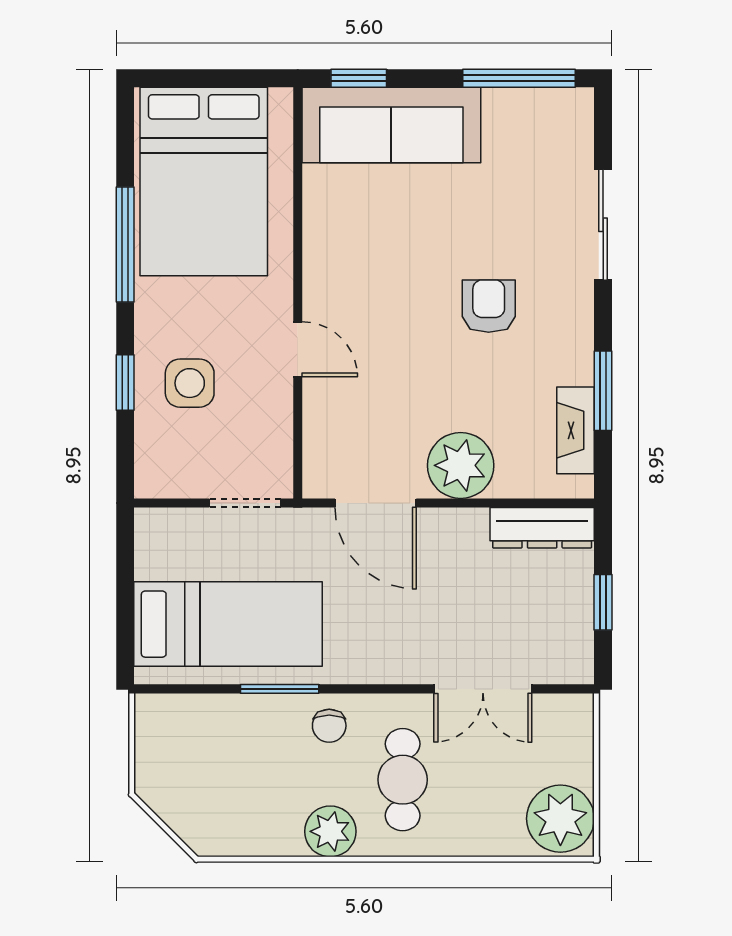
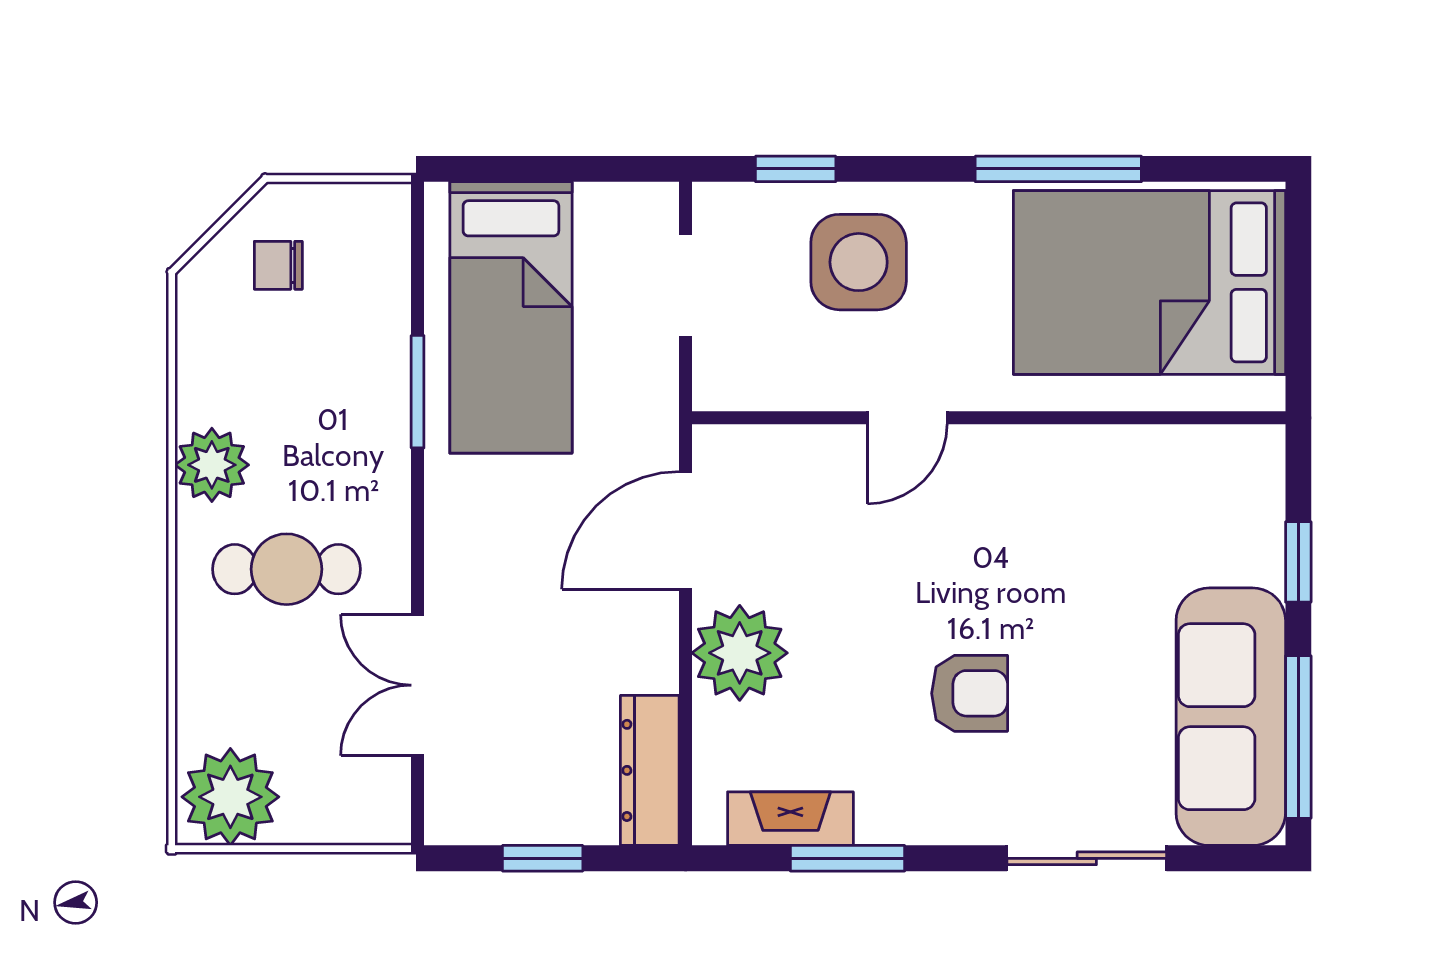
window: (359, 78) -> (1298, 562), moved
sofa: (391, 125) -> (1231, 717), moved
window: (125, 383) -> (796, 169), moved
side table: (190, 383) -> (859, 262), width x1.37, depth x1.37
doorway: (245, 503) -> (686, 285), moved
chair: (329, 726) -> (278, 265), moved

